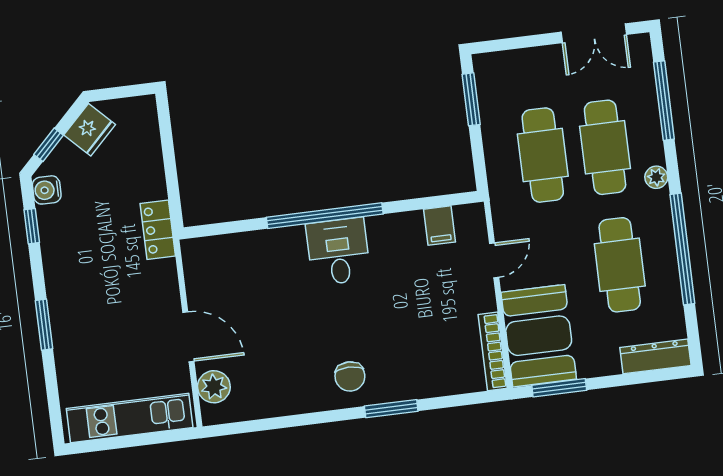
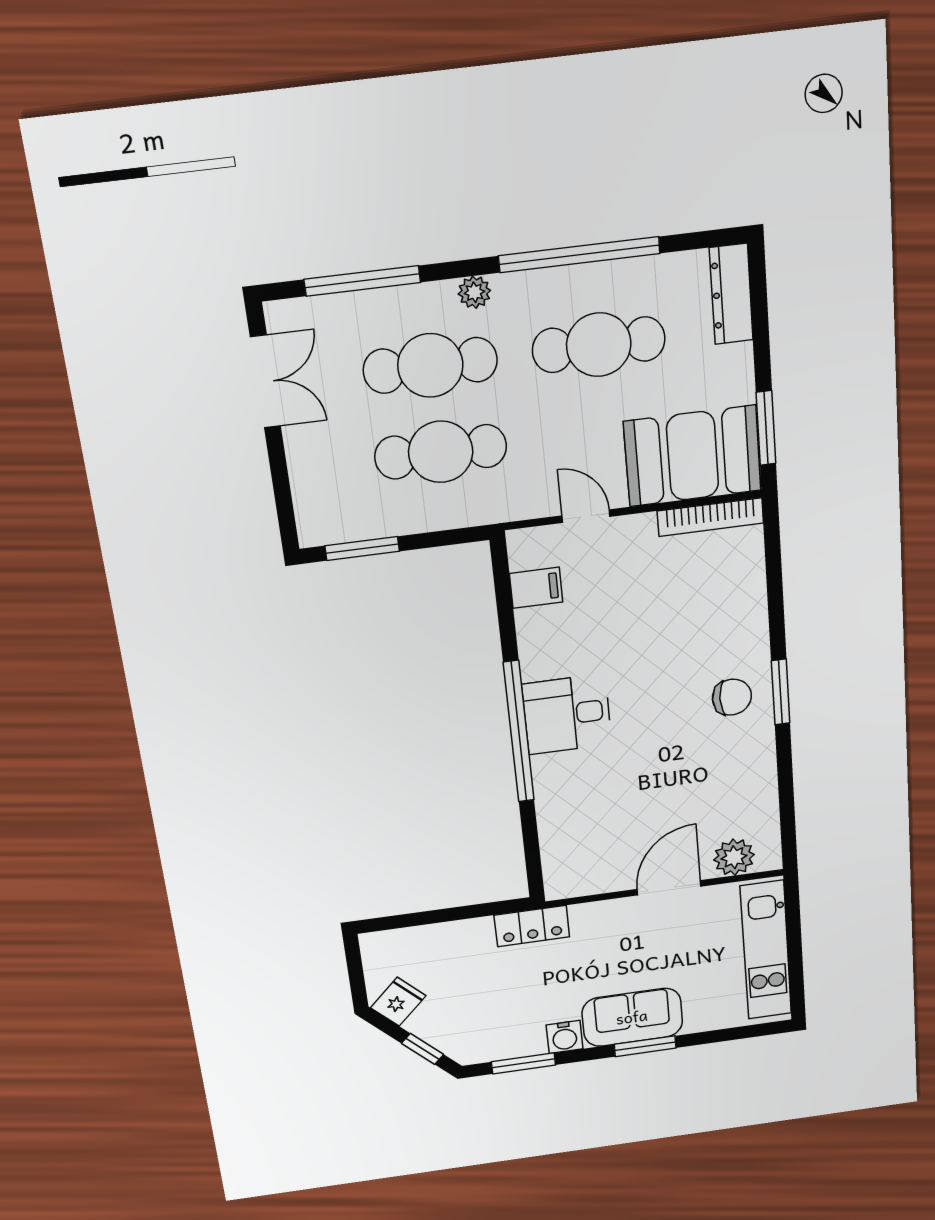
fridge: (90, 130) -> (398, 1002), width x0.72
water cooler: (47, 190) -> (565, 1037), moved
window: (32, 226) -> (524, 1063), width x1.50
sofa: (72, 313) -> (632, 1017), added
window: (391, 409) -> (781, 692), moved

